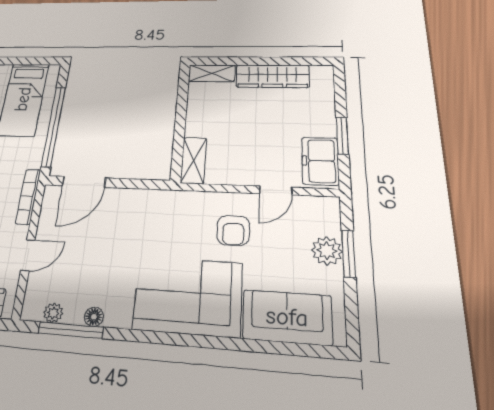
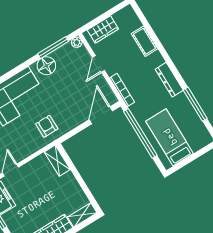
armchair: (233, 230) -> (47, 126), moved
plant: (53, 313) -> (77, 42), moved
floor lamp: (94, 317) -> (46, 66), width x1.89, depth x1.89

